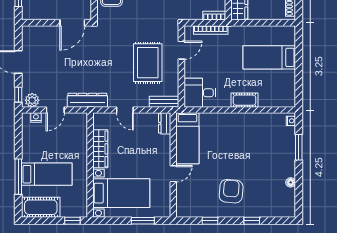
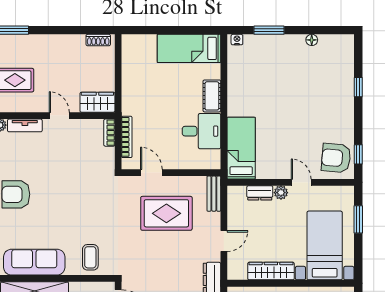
bed: (269, 57) -> (189, 48), moved, turned 90
desk: (200, 93) -> (202, 131), moved, turned -90
dresser: (165, 123) -> (260, 193), moved
bed: (187, 138) -> (241, 148), moved, turned -90
plant: (165, 157) -> (281, 193), added
armchair: (231, 191) -> (336, 158), moved
window: (210, 221) -> (358, 154), moved

